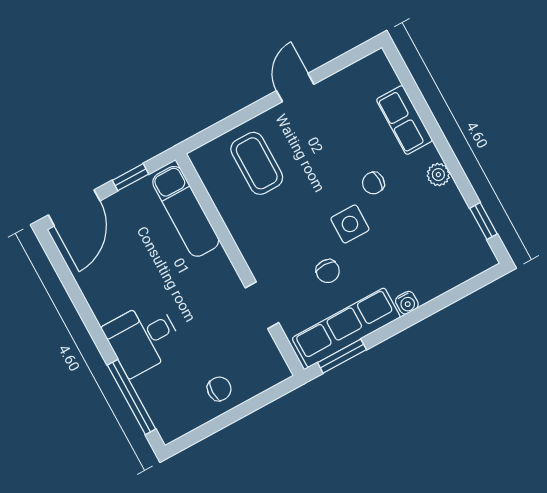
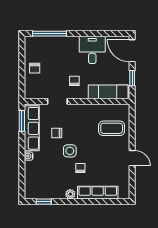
row of seats: (404, 120) -> (98, 193), width x1.48
chair: (201, 293) -> (74, 81), added
desk: (143, 338) -> (92, 50), moved

